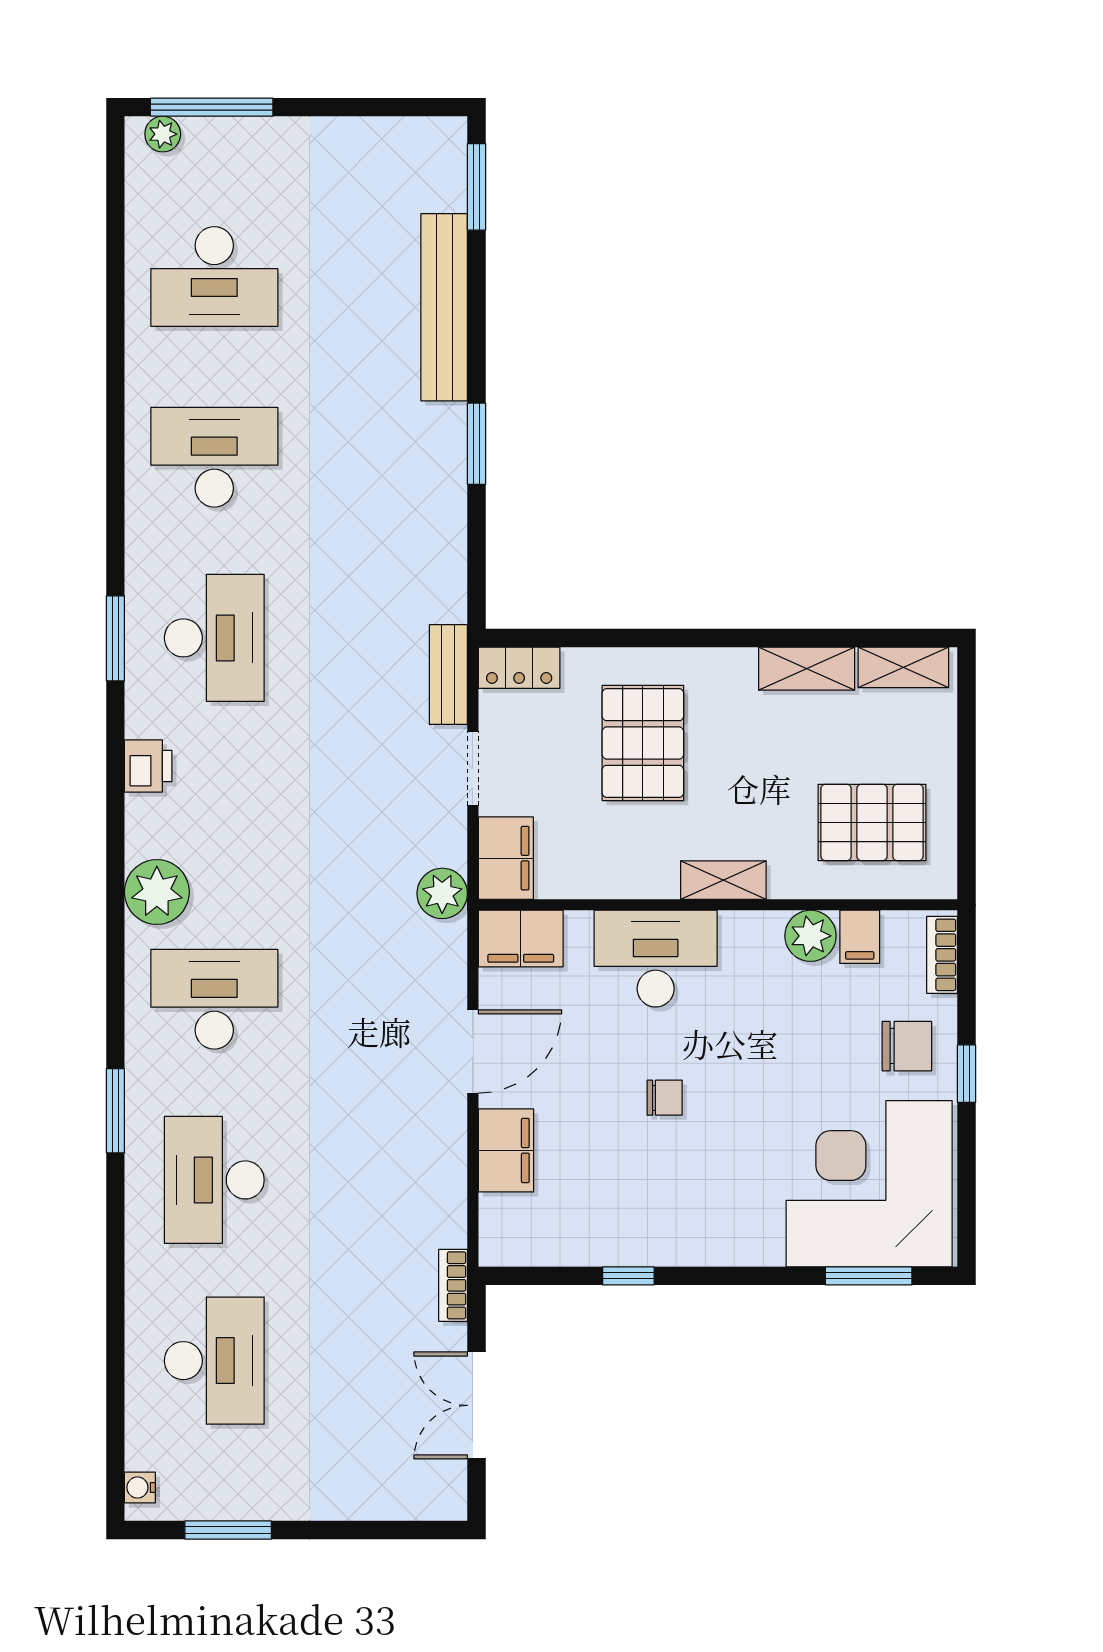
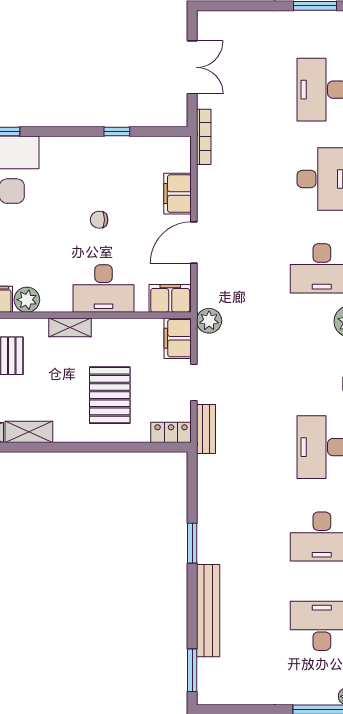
bookcase: (453, 1285) -> (204, 137), width x1.56

